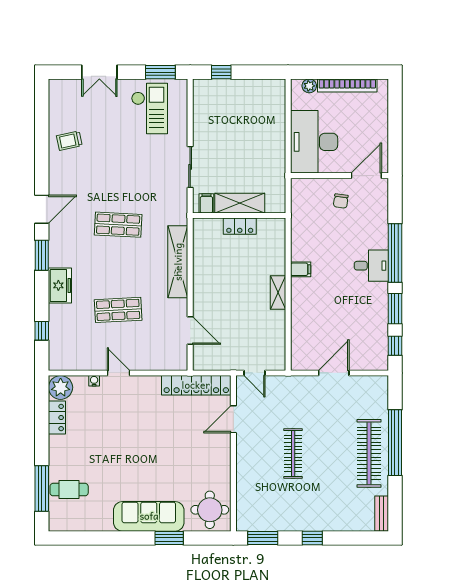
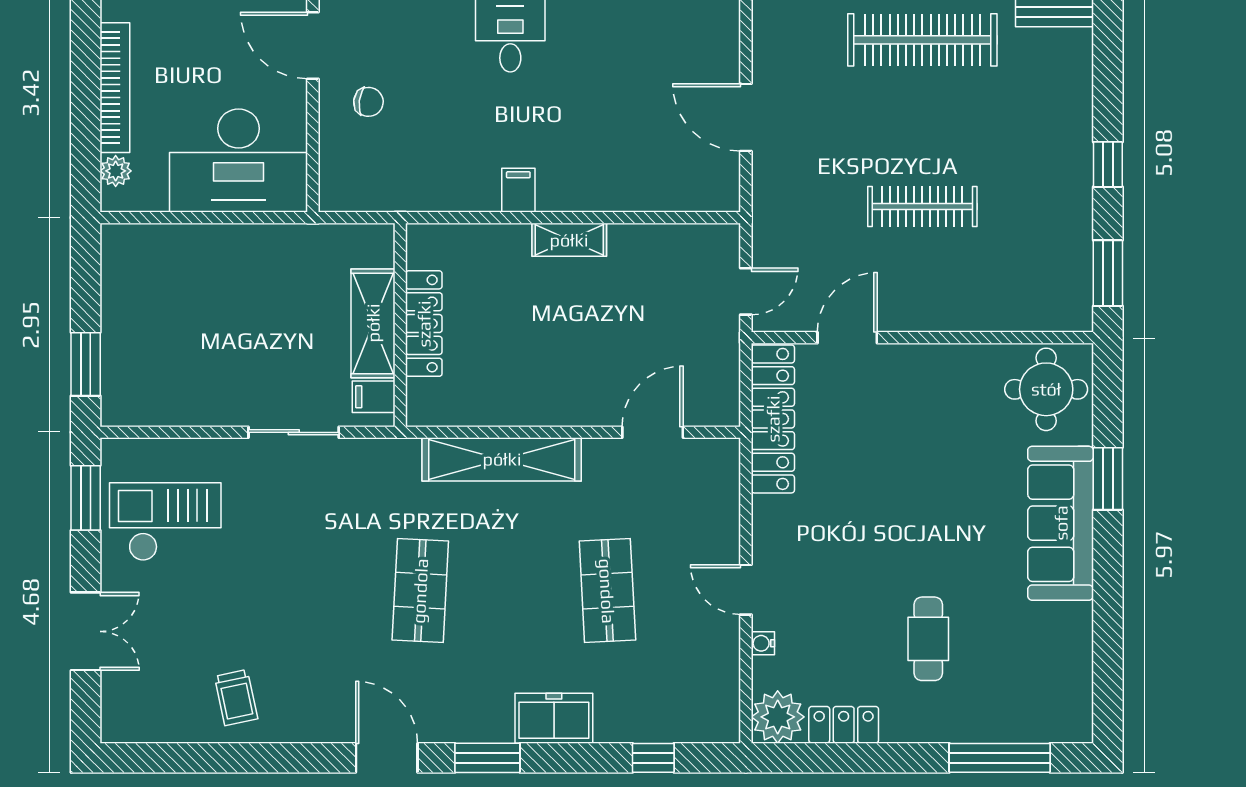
window: (221, 72) -> (86, 364), width x1.50
locker: (240, 226) -> (424, 324), width x1.53
door: (119, 373) -> (746, 590), hinge flipped
door: (233, 419) -> (847, 338), swing flipped
cafe table: (69, 490) -> (928, 639), moved

